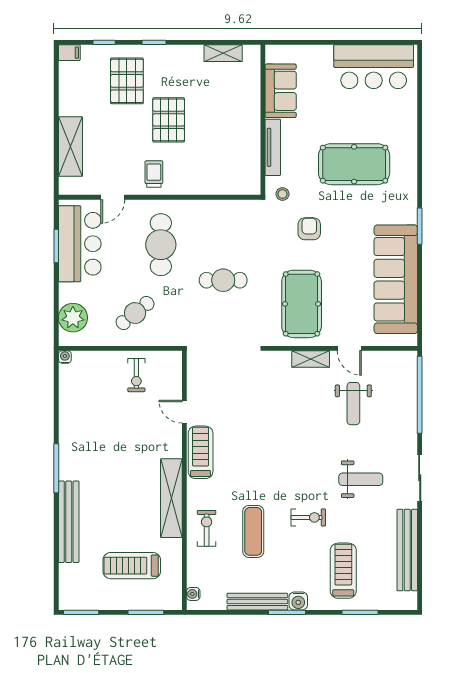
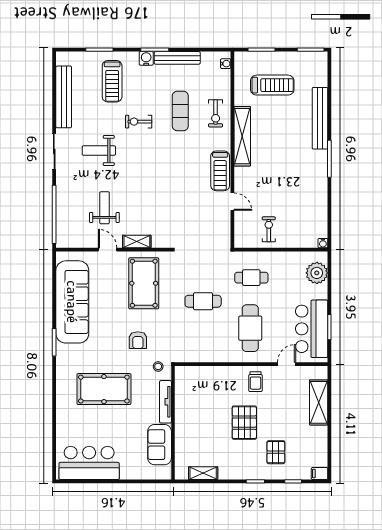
pallet: (127, 81) -> (276, 452), width x0.67, depth x0.71
cafe table: (135, 313) -> (251, 278), moved, turned 39

